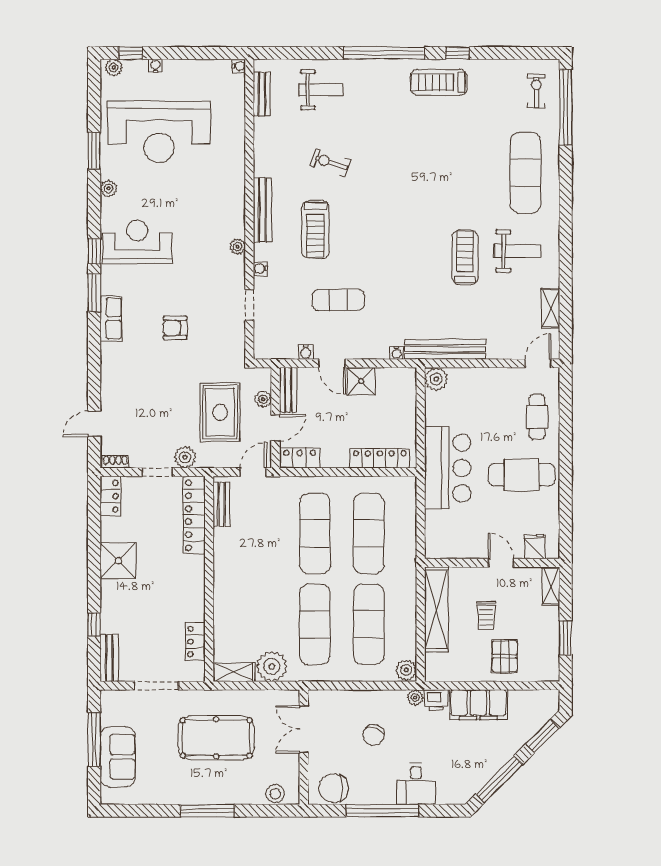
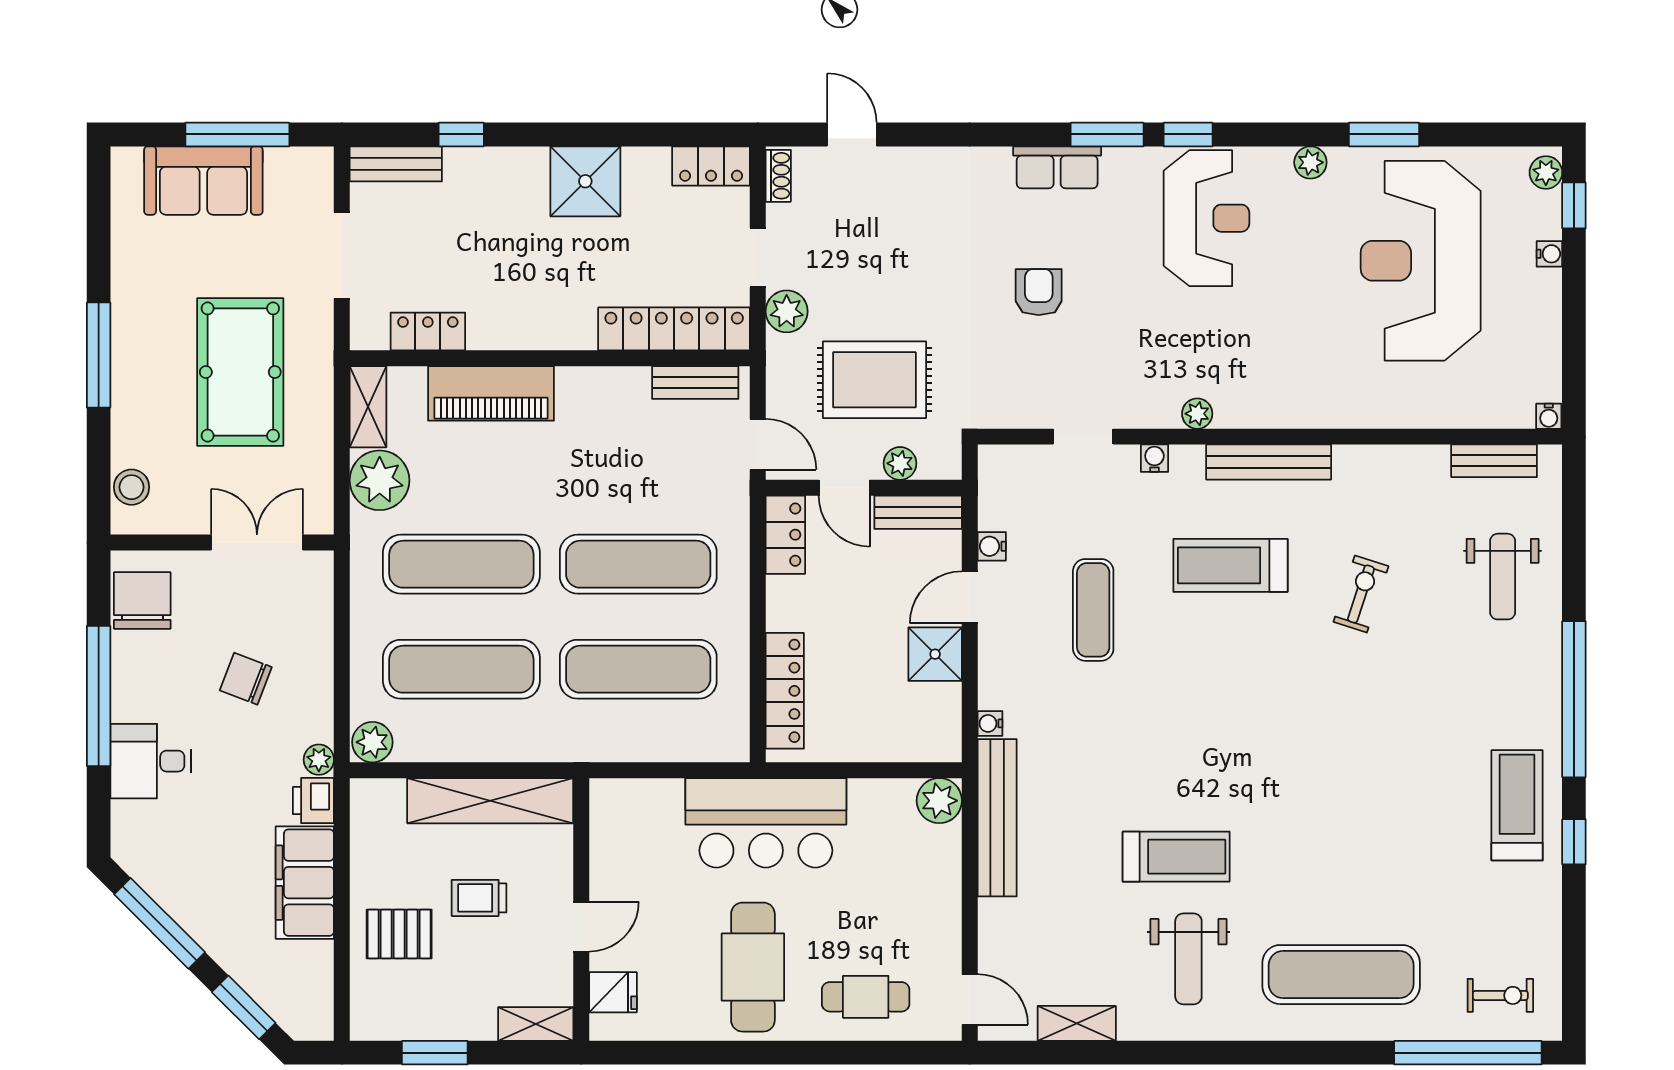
piano: (227, 609) -> (491, 393), added

